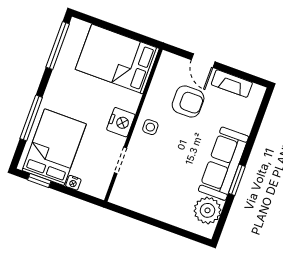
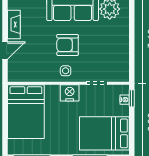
armchair: (188, 101) -> (68, 45), moved, turned -90
window: (39, 180) -> (132, 98), moved
nightstand: (73, 183) -> (125, 100), moved

